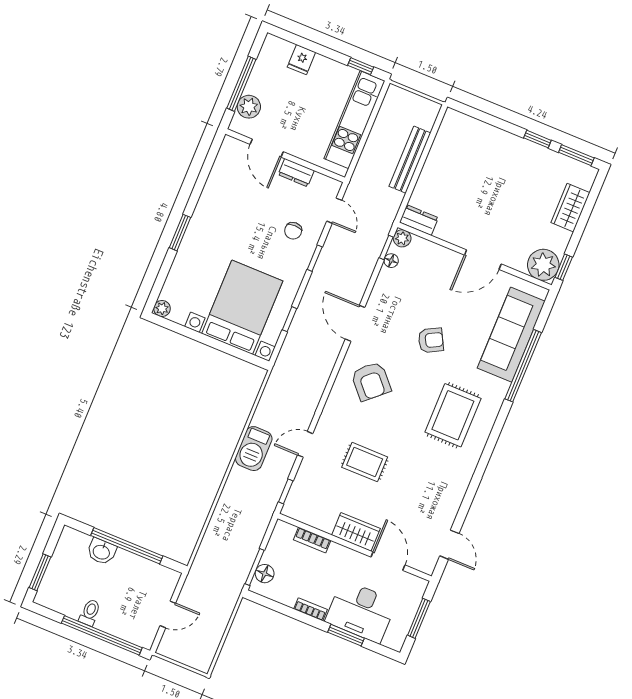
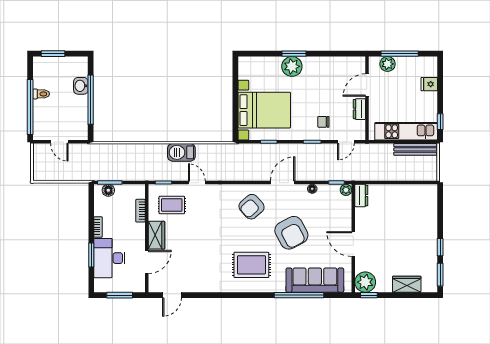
bench: (410, 160) -> (415, 149), moved
floor lamp: (391, 261) -> (312, 189), moved
plant: (162, 309) -> (292, 66), moved, width x1.88, depth x1.88
armchair: (431, 340) -> (291, 233), width x1.88, depth x1.88
rug: (365, 462) -> (172, 205), moved, turned 90

